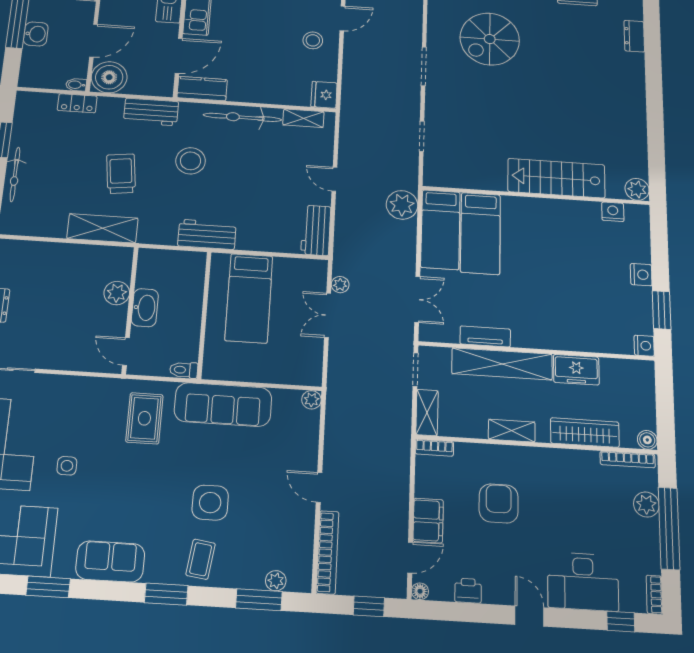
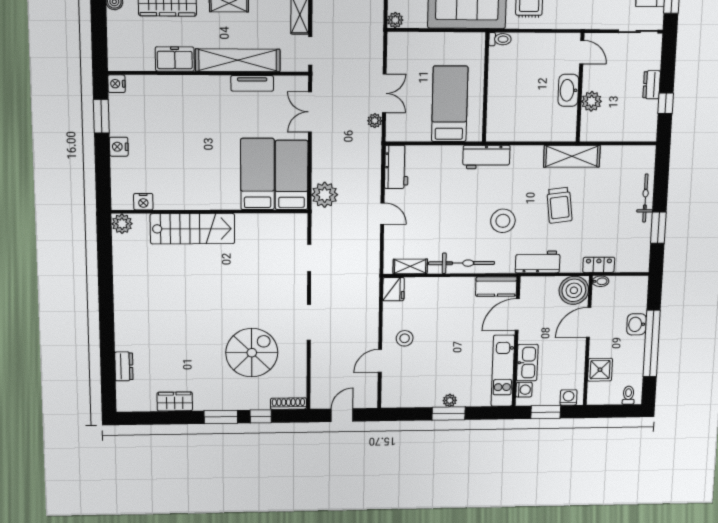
plant: (117, 293) -> (592, 101), moved
washbasin: (145, 308) -> (568, 90), moved
wall: (130, 310) -> (580, 88), moved
door: (126, 352) -> (582, 52), moved

